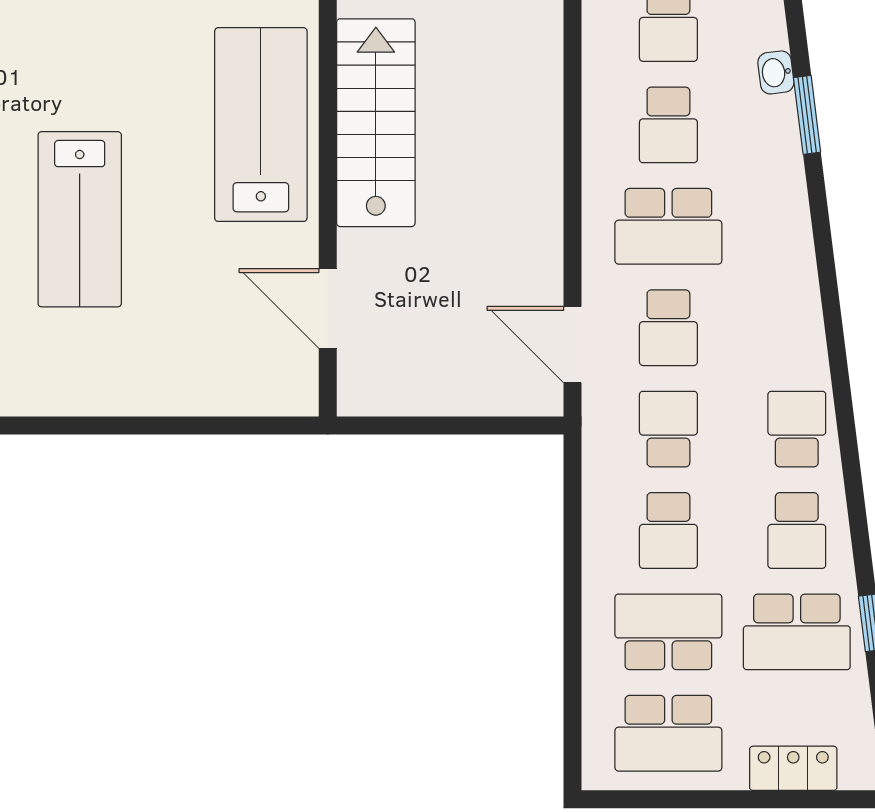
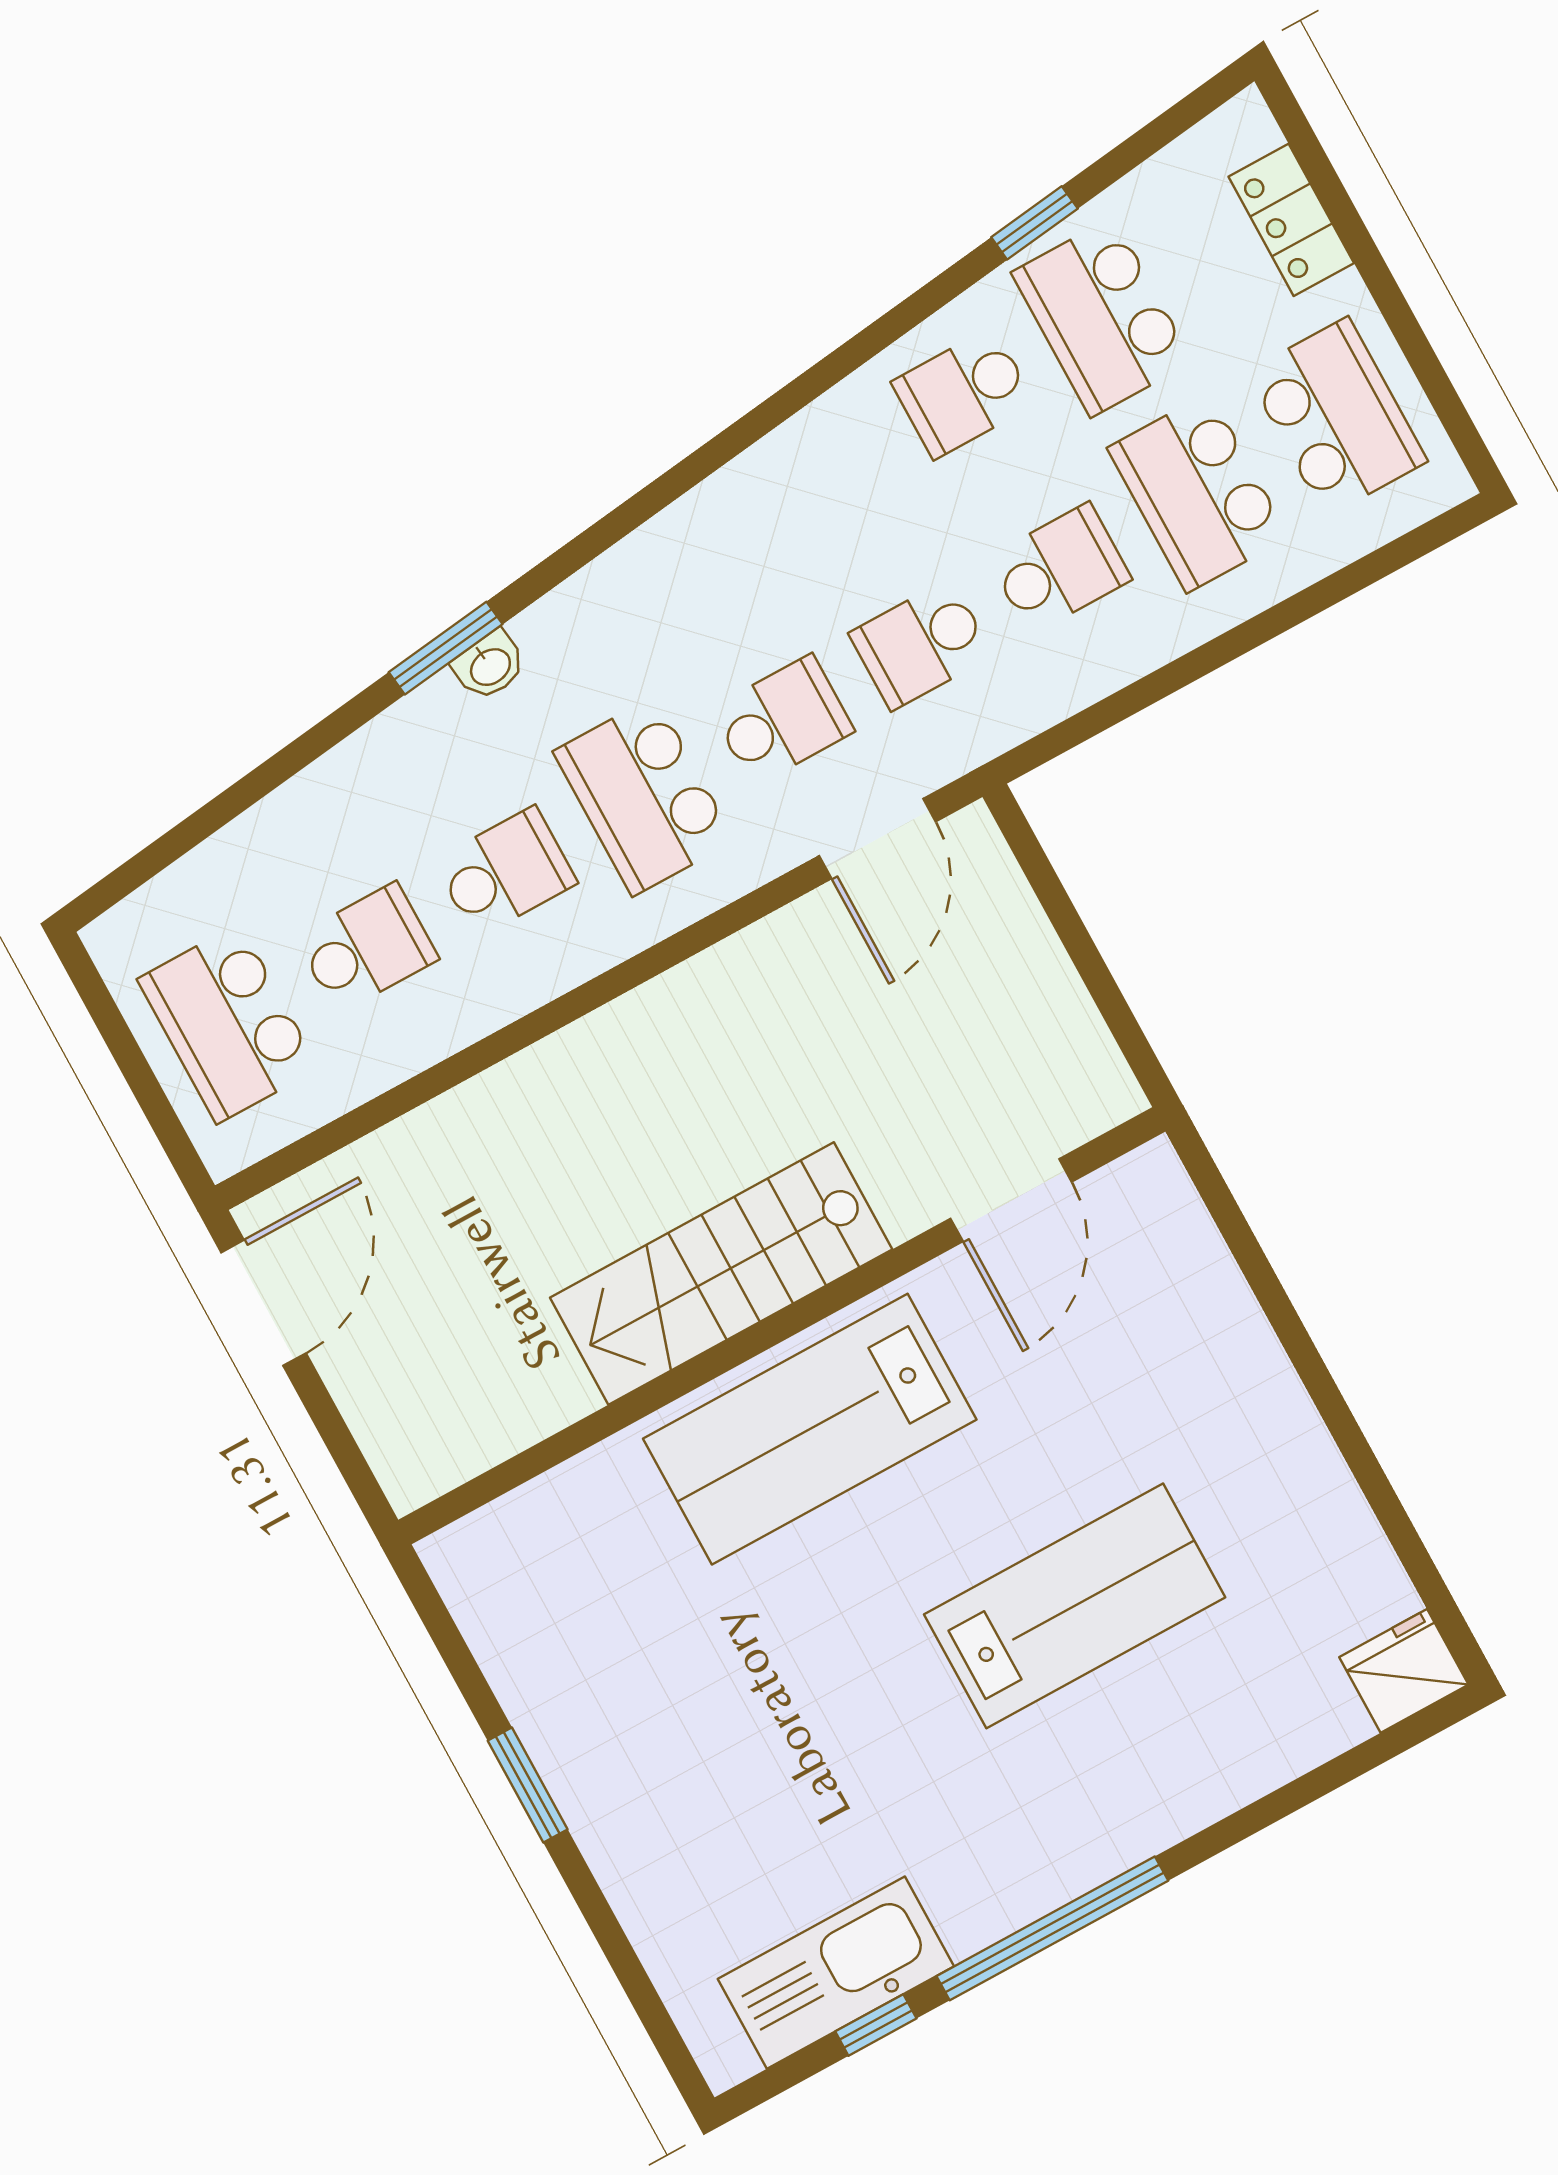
washbasin: (776, 72) -> (490, 666), moved
window: (807, 115) -> (446, 648), moved
school desk: (668, 226) -> (644, 796), turned 180
school desk: (797, 429) -> (825, 469), removed
school desk: (797, 530) -> (963, 393), turned 180
school desk: (797, 632) -> (1102, 317), turned 180

